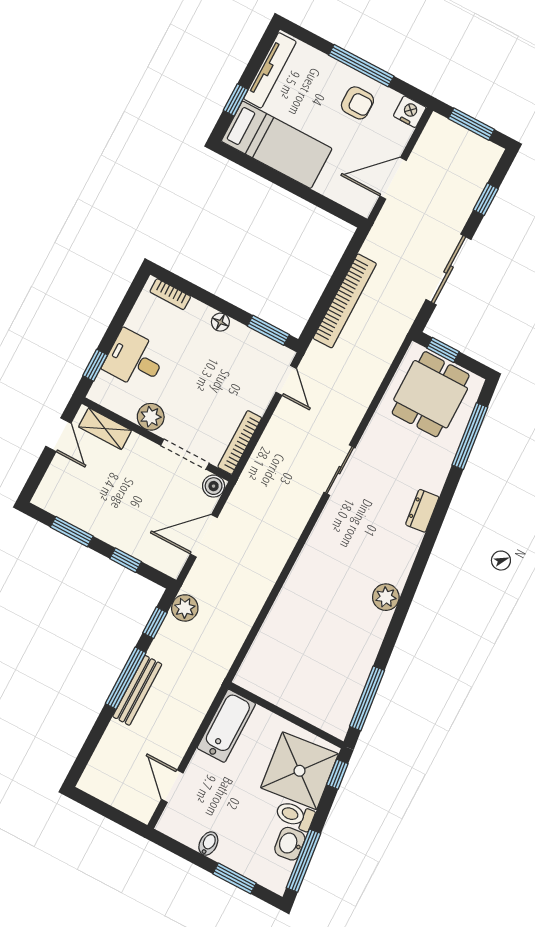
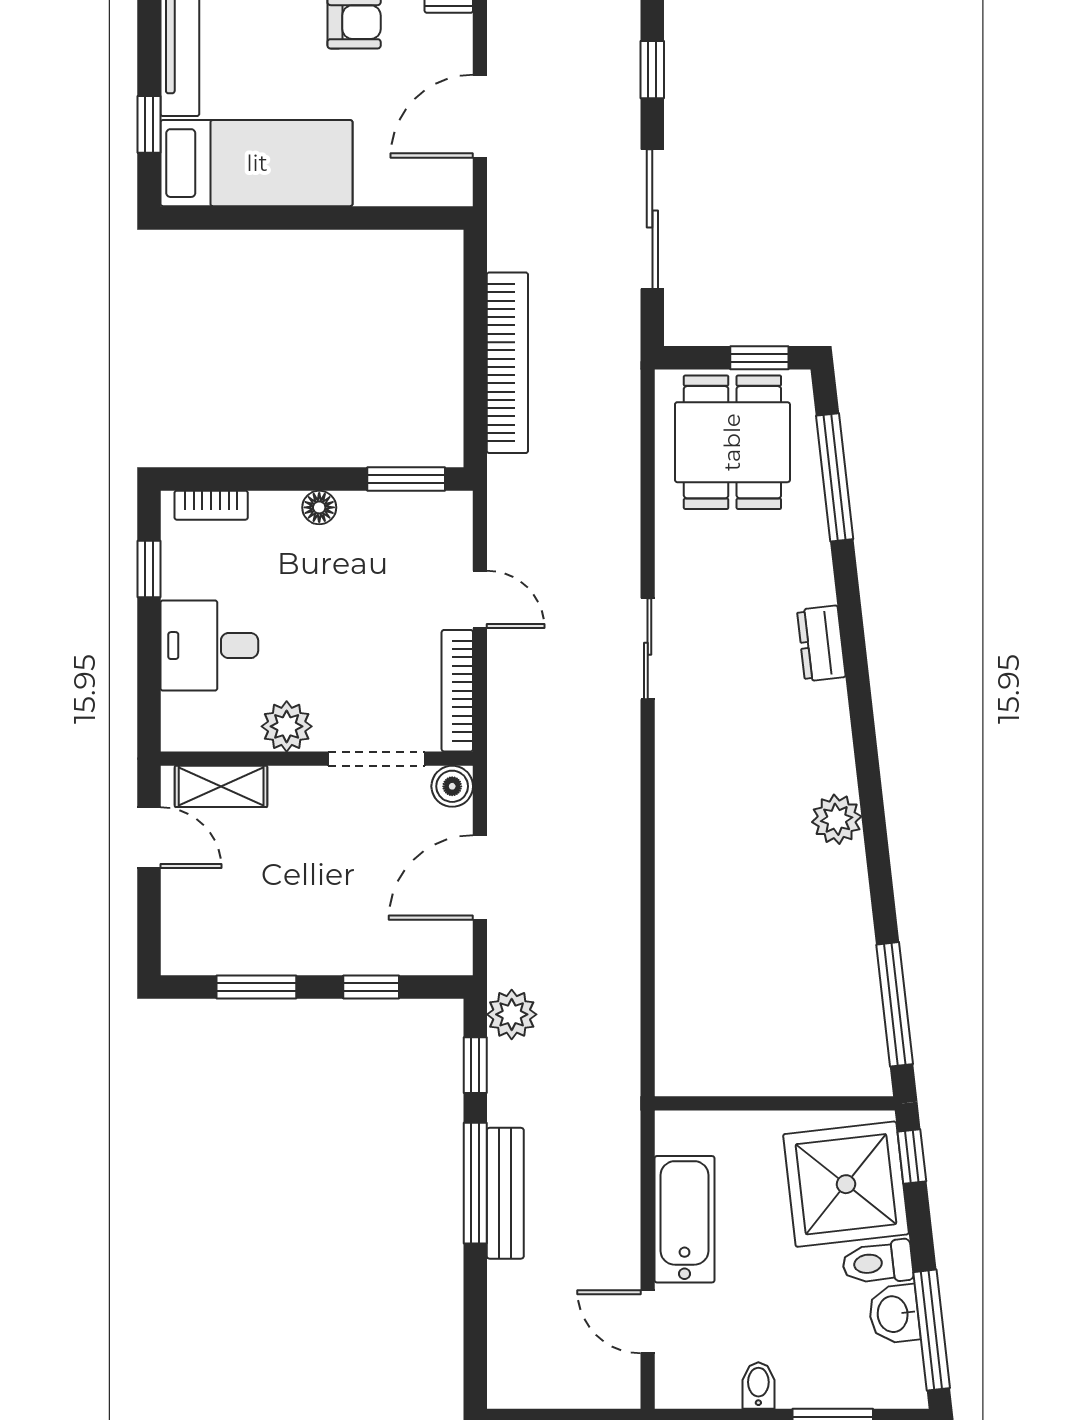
window: (443, 350) -> (759, 358), moved
window: (95, 365) -> (149, 569), moved
door: (286, 380) -> (480, 599), moved
bathtub: (226, 726) -> (685, 1219), moved

